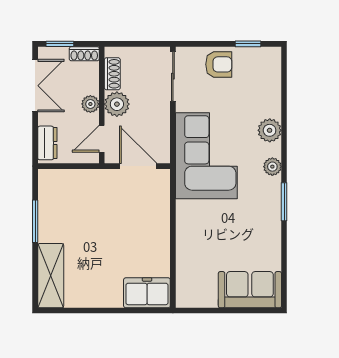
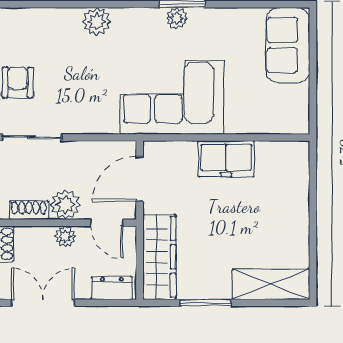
corner sofa: (206, 156) -> (172, 97), moved
plant: (272, 167) -> (177, 18), moved
wardrobe: (73, 183) -> (159, 257), added
freezer: (147, 293) -> (226, 159), moved, turned -90

